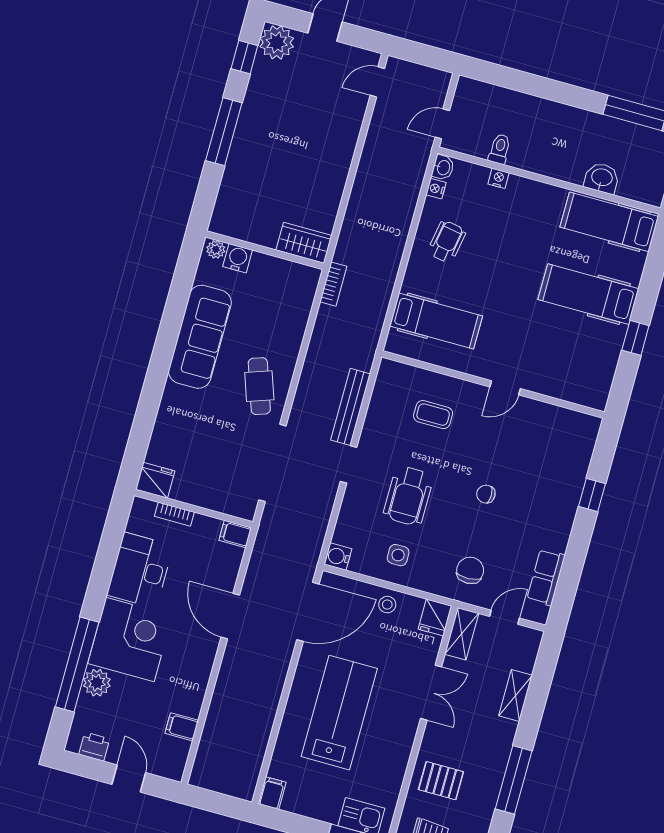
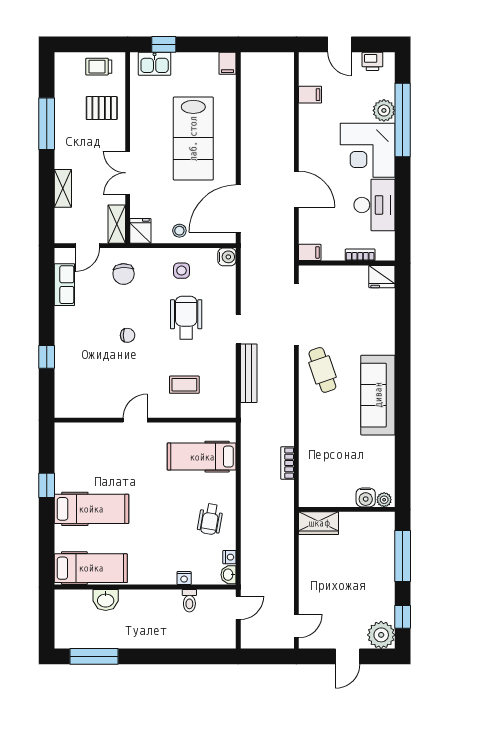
wardrobe: (304, 243) -> (319, 523), moved
plant: (216, 249) -> (384, 500), moved
wall: (265, 250) -> (347, 509), moved
water cooler: (238, 258) -> (366, 498), moved

